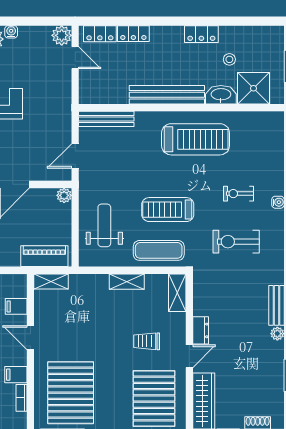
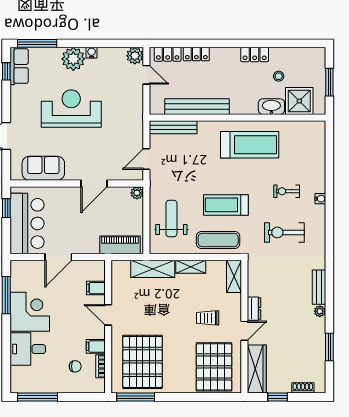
bench: (167, 95) -> (197, 107), moved
shelving: (51, 281) -> (153, 269), moved, width x1.50, depth x1.33

